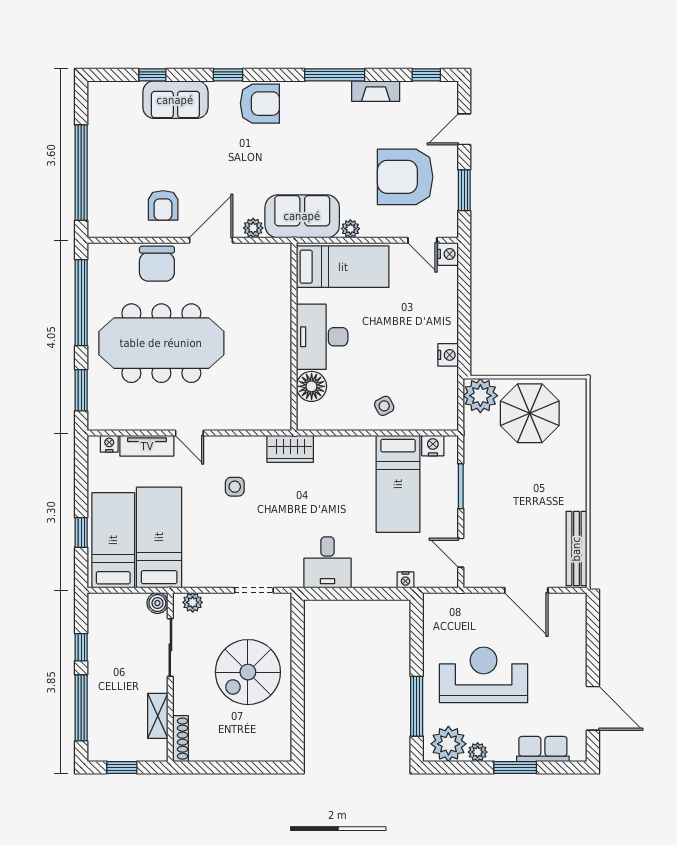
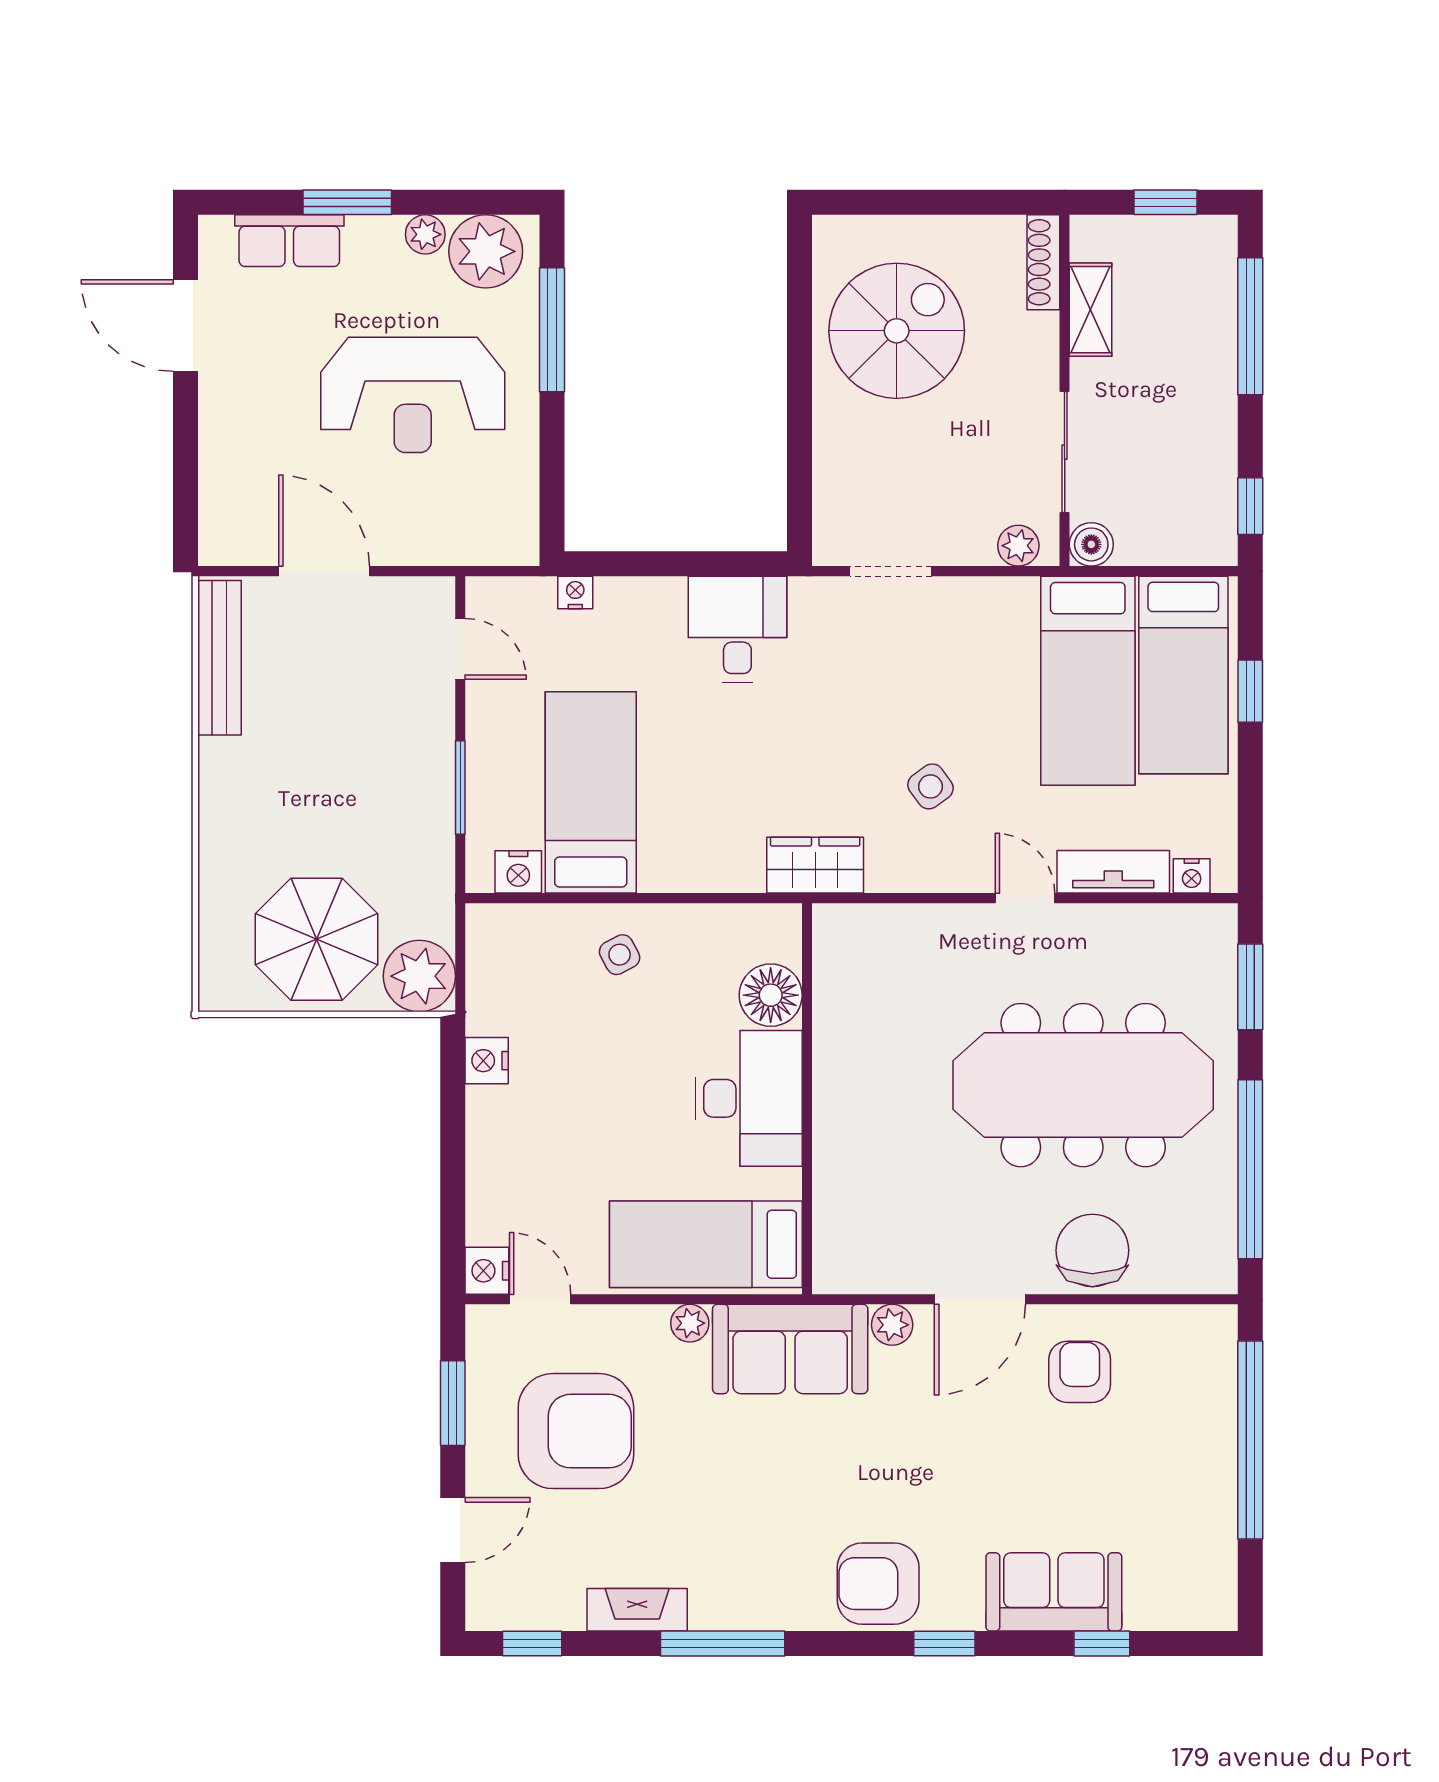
side table: (235, 487) -> (930, 786), turned -36
window: (81, 647) -> (1250, 506), moved
spiral stairs: (248, 672) -> (897, 331), moved

